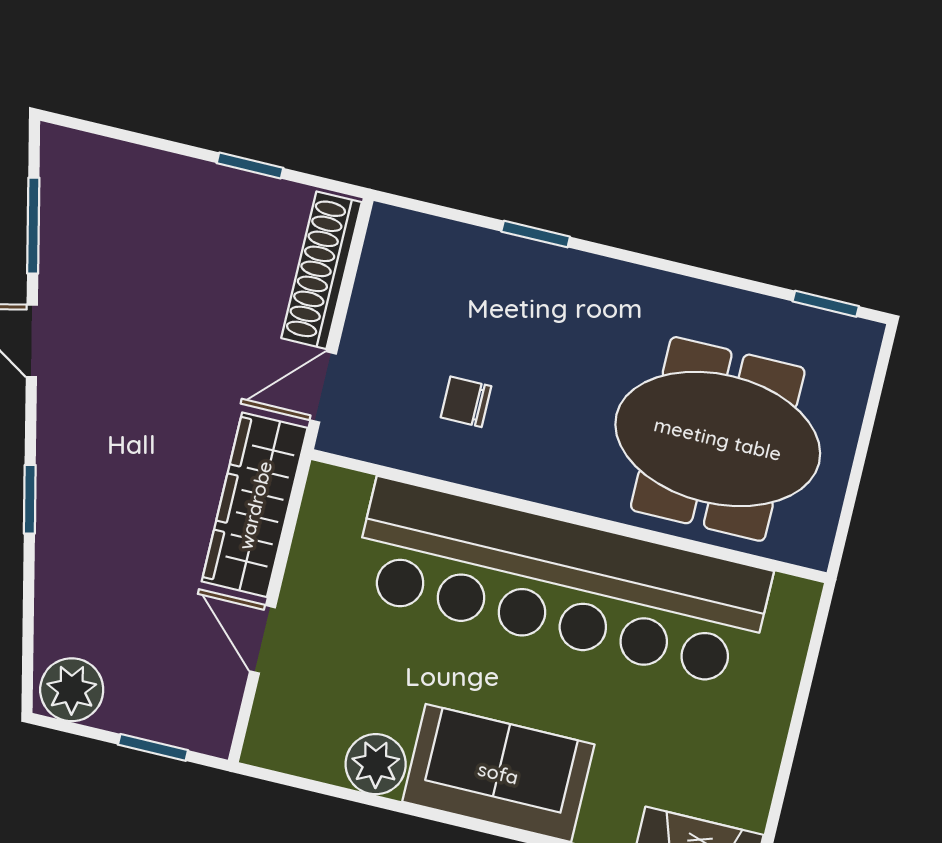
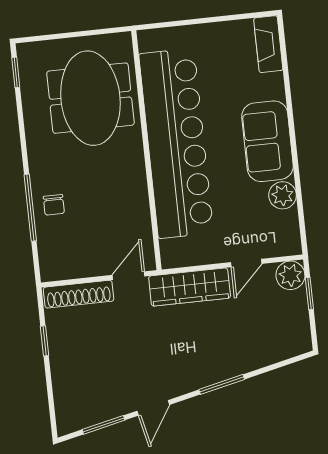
window: (536, 234) -> (30, 208), width x2.17
door: (323, 387) -> (128, 276), swing flipped
chair: (466, 402) -> (54, 205), moved
window: (30, 499) -> (222, 384), width x1.50
plant: (72, 690) -> (290, 275), moved

